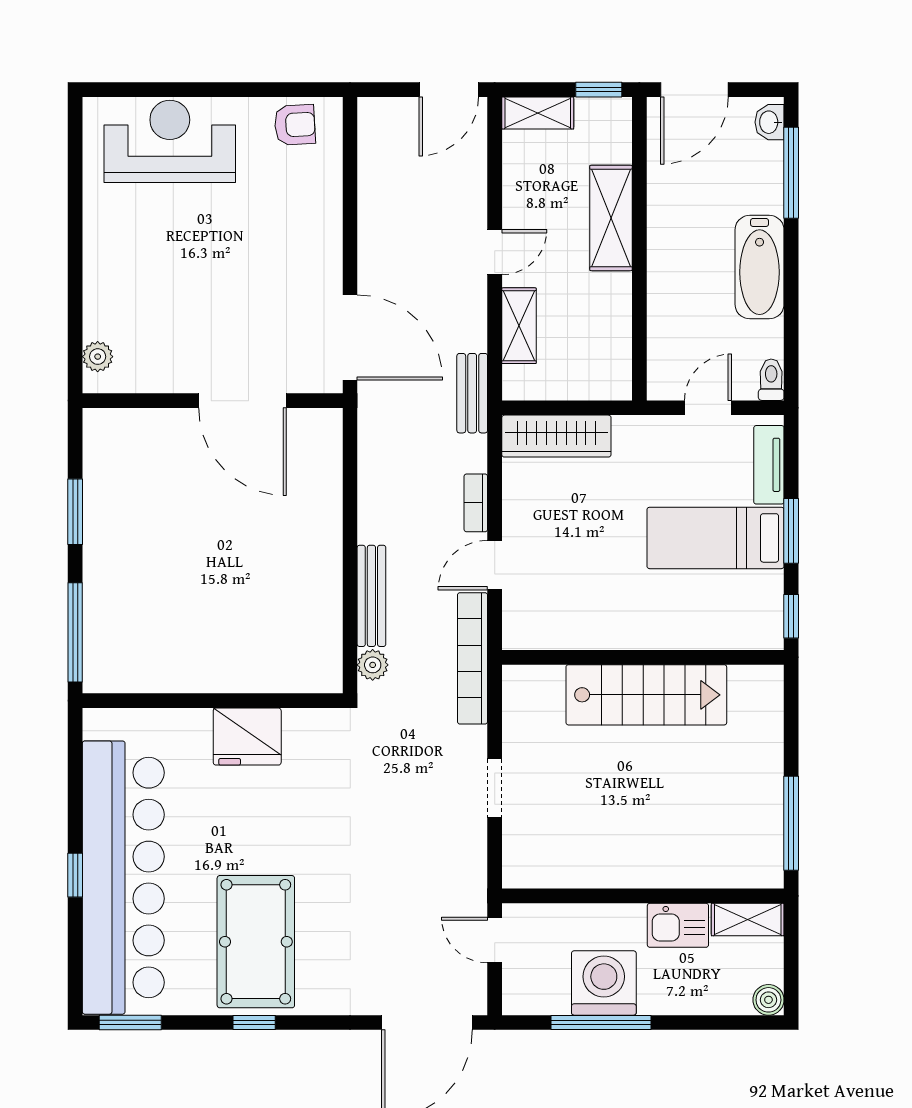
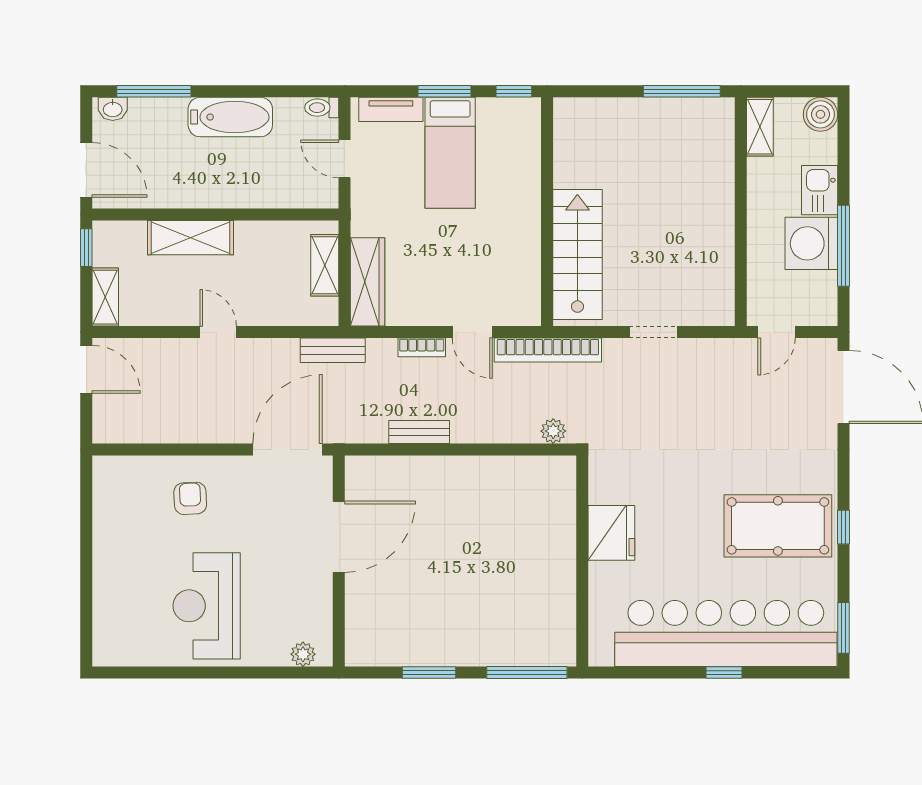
armchair: (295, 125) -> (190, 498), moved
reception desk: (170, 141) -> (207, 606), moved
shelving: (519, 326) -> (325, 265), moved, turned 90
bench: (371, 596) -> (419, 432), moved, width x0.73
stairs: (646, 695) -> (577, 254), moved
kitchen sink: (678, 925) -> (820, 190), moved, turned 180
boiler: (768, 1000) -> (820, 114), width x1.36, depth x1.36

